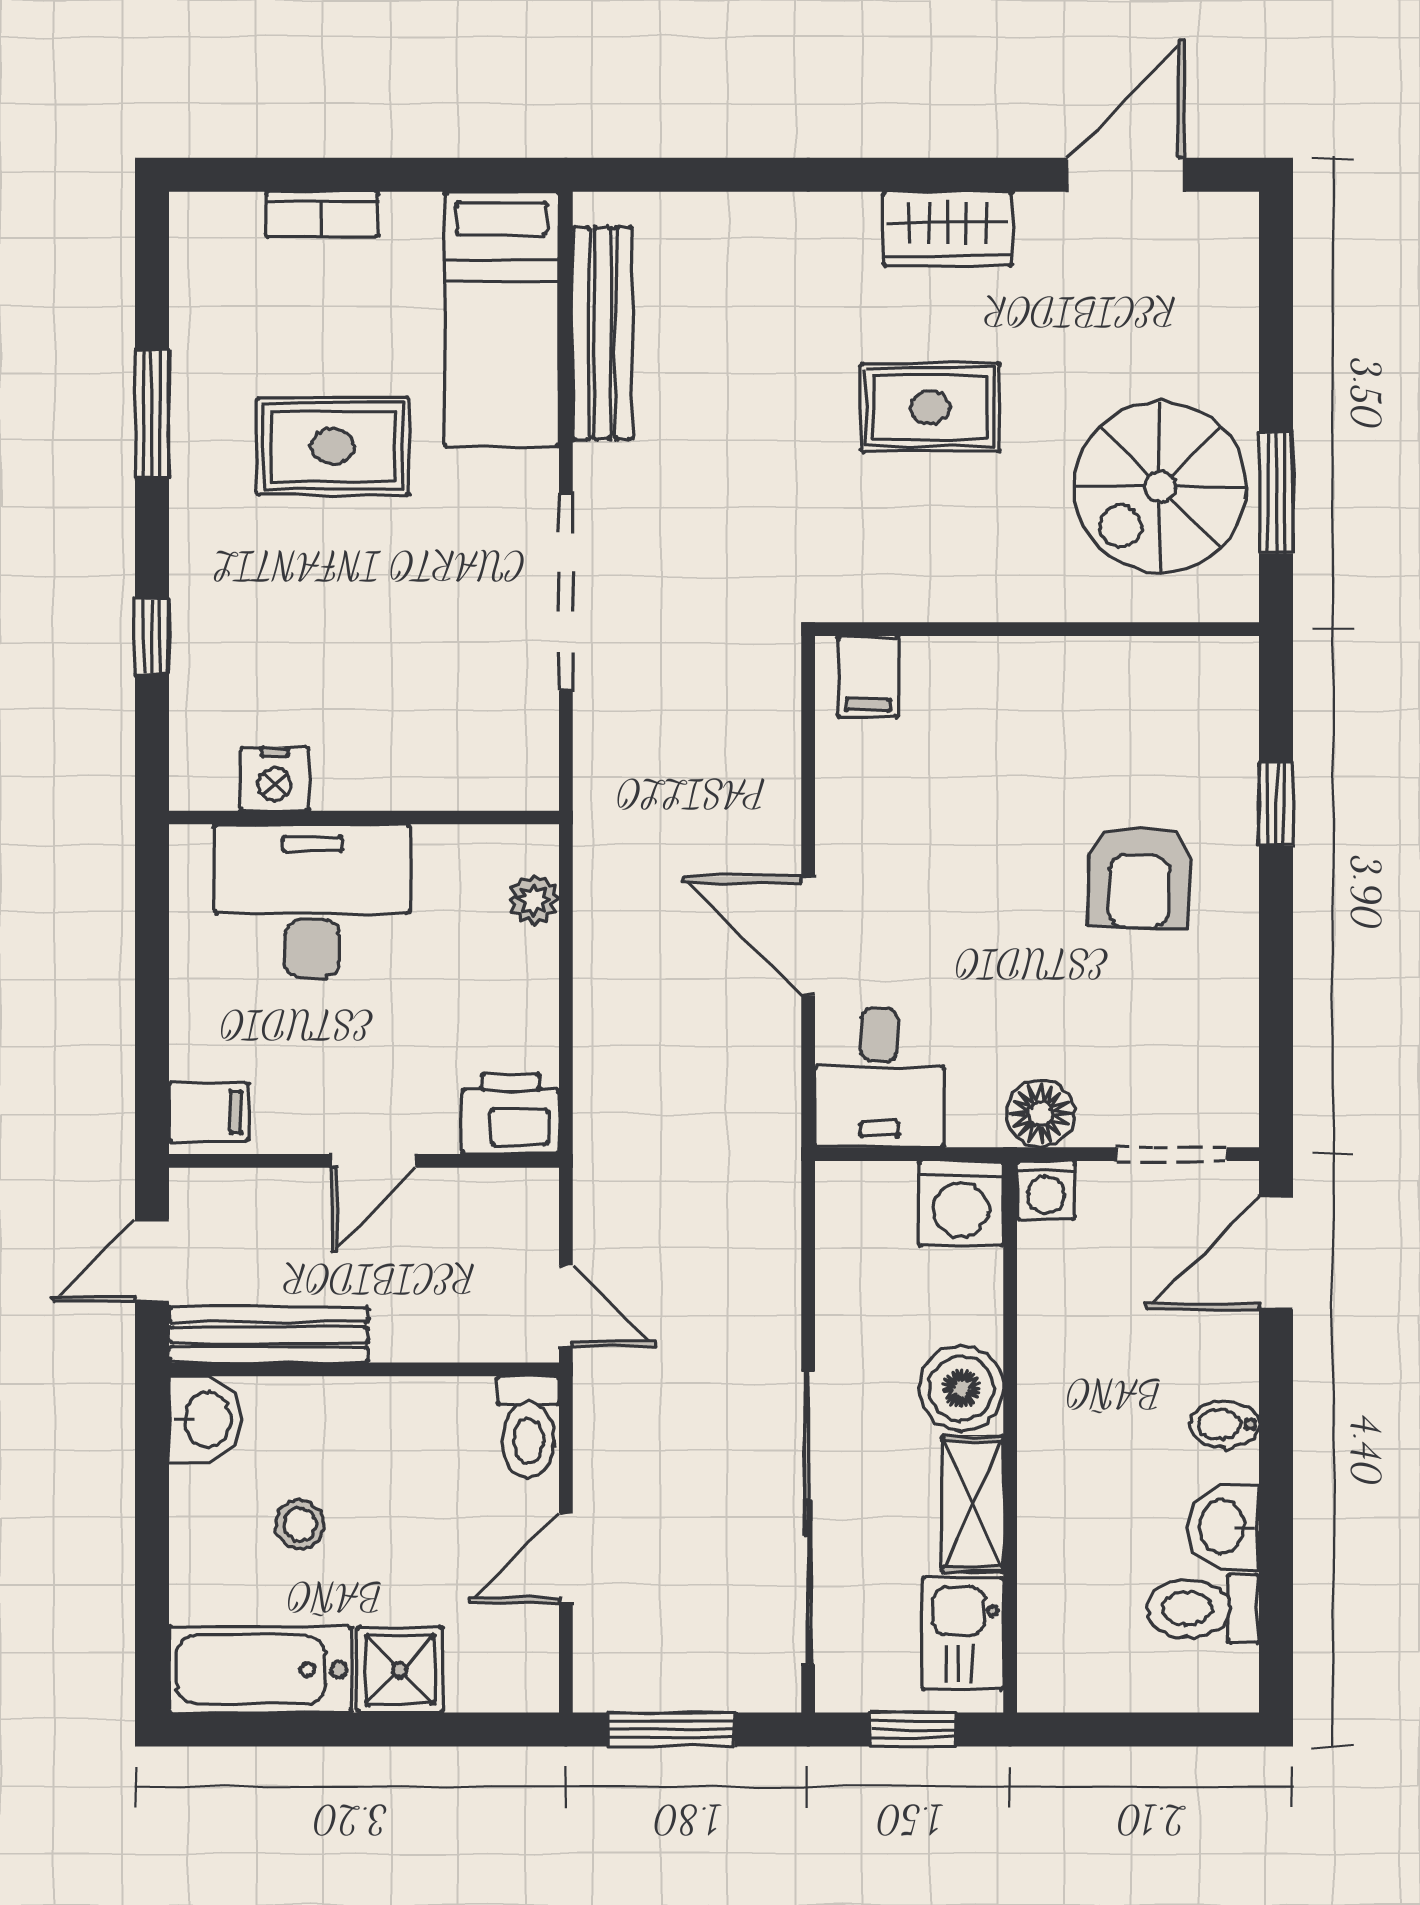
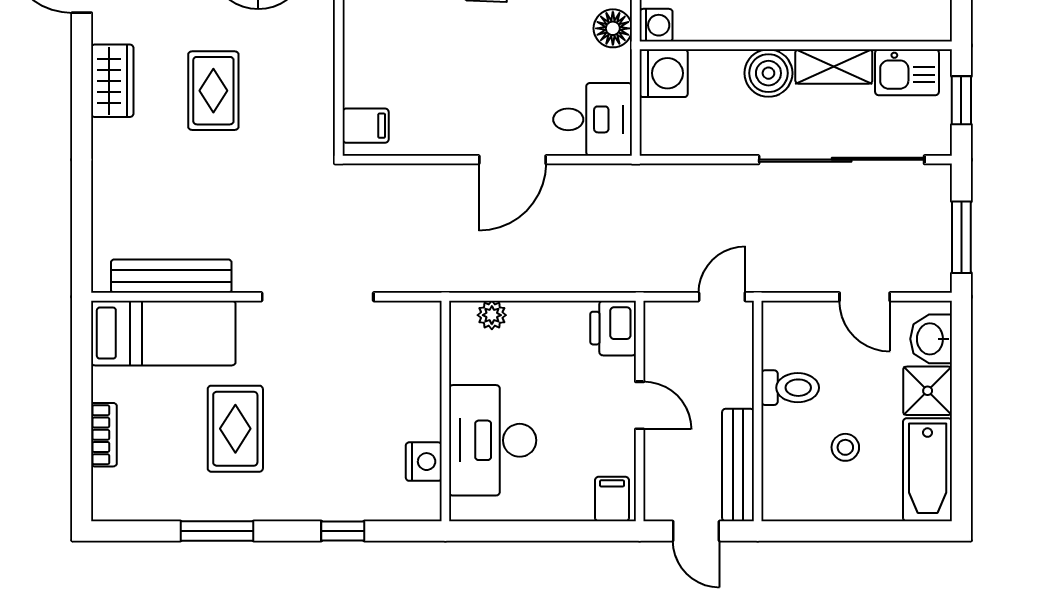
washbasin: (205, 1419) -> (931, 339), moved, turned -90
toilet: (528, 1427) -> (790, 388), moved

